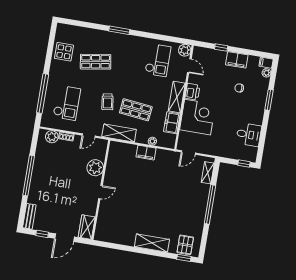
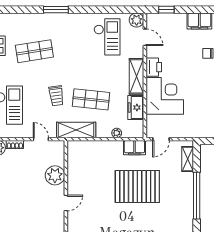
window: (221, 48) -> (166, 10), moved
door: (89, 136) -> (41, 139), swing flipped
filing cabinet: (146, 153) -> (134, 148), moved
pallet: (162, 189) -> (137, 187), added

